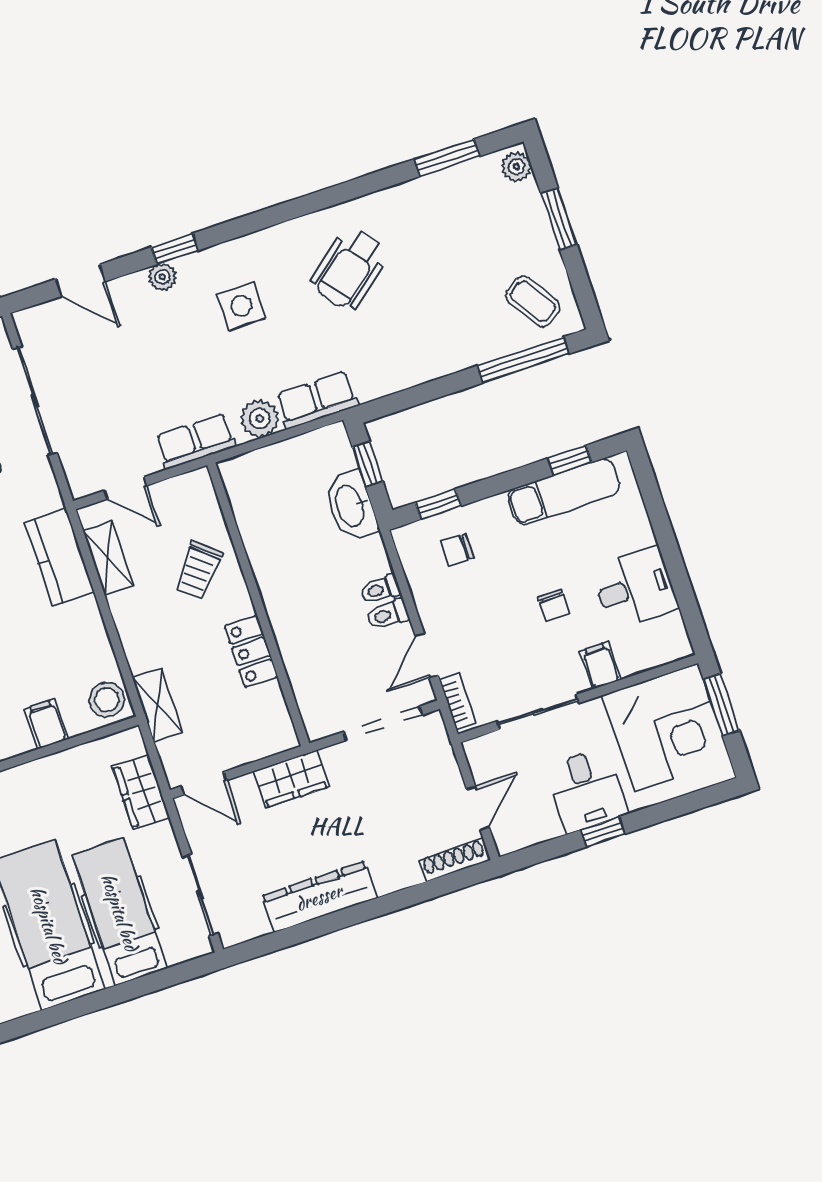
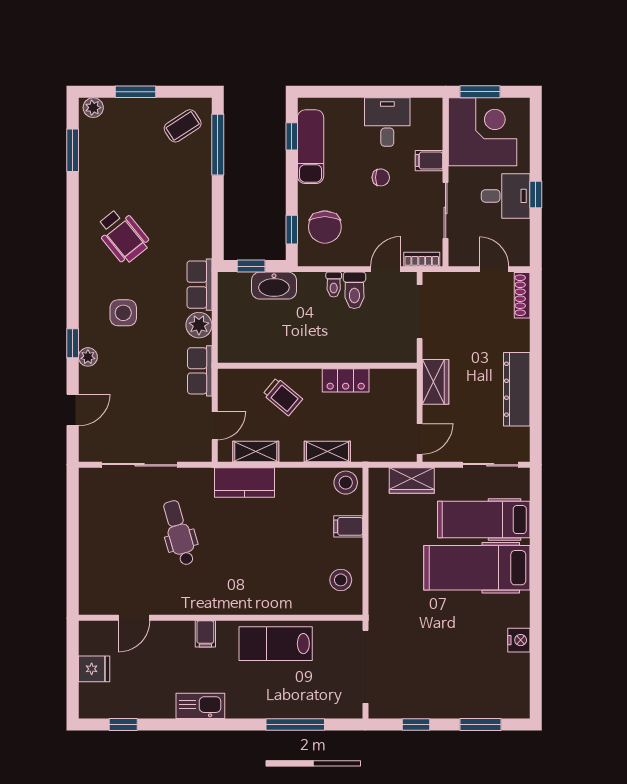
chair: (457, 550) -> (325, 227), width x1.87, depth x1.87
toilet: (388, 615) -> (354, 290), width x1.37, depth x1.39
door: (427, 656) -> (386, 269), swing flipped
shelving: (157, 705) -> (327, 452), moved

